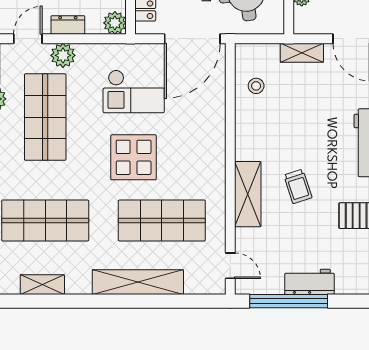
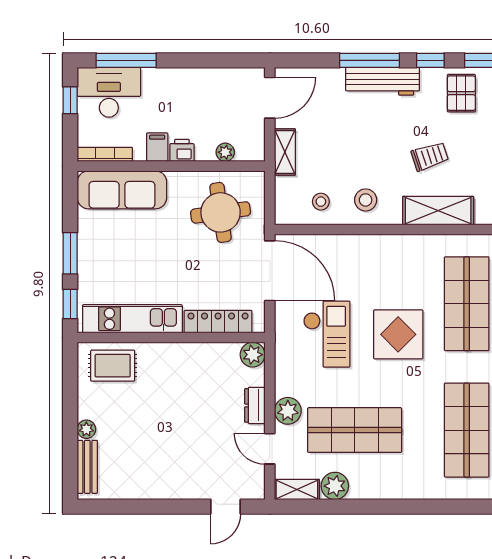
stool: (258, 127) -> (366, 200), added

